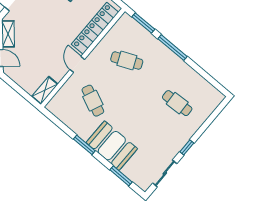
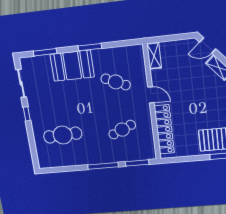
cafe table: (177, 103) -> (63, 135), width x1.37, depth x1.35

